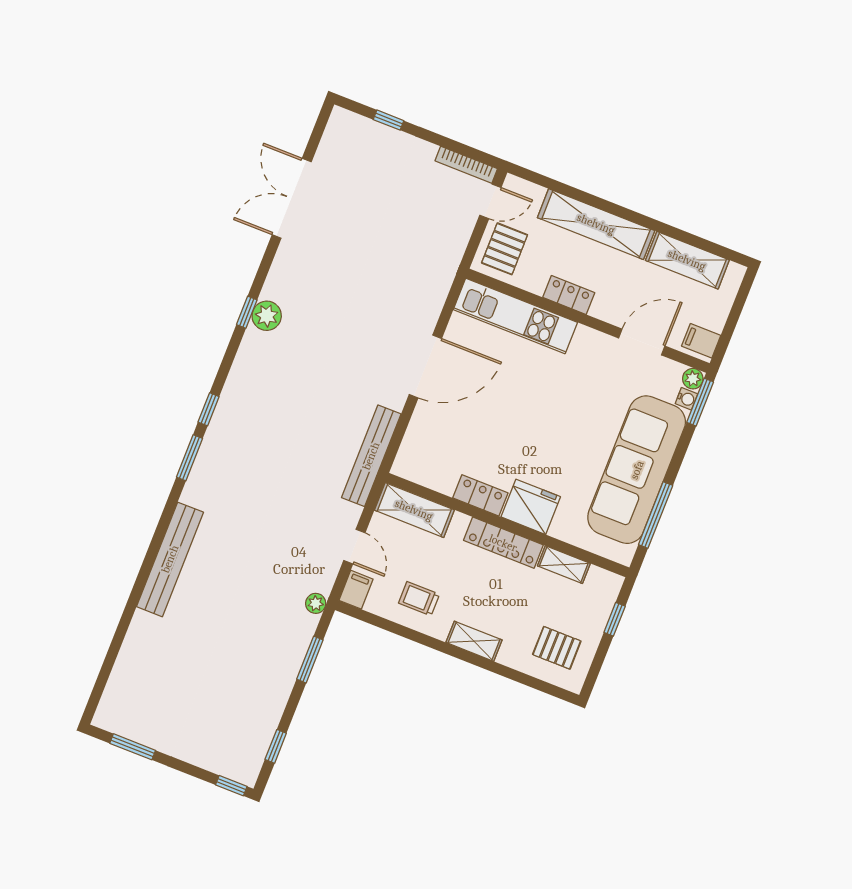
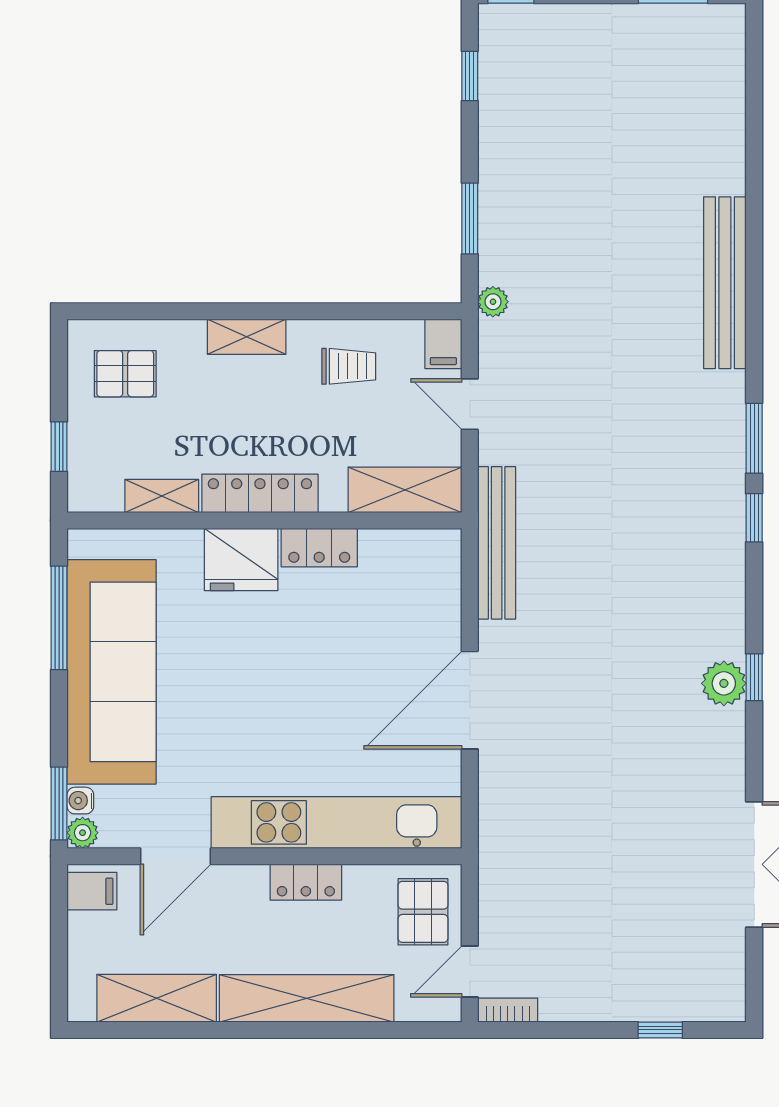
bookcase: (466, 165) -> (508, 1010), width x0.64
kitchen unit: (515, 316) -> (337, 822), width x1.36

